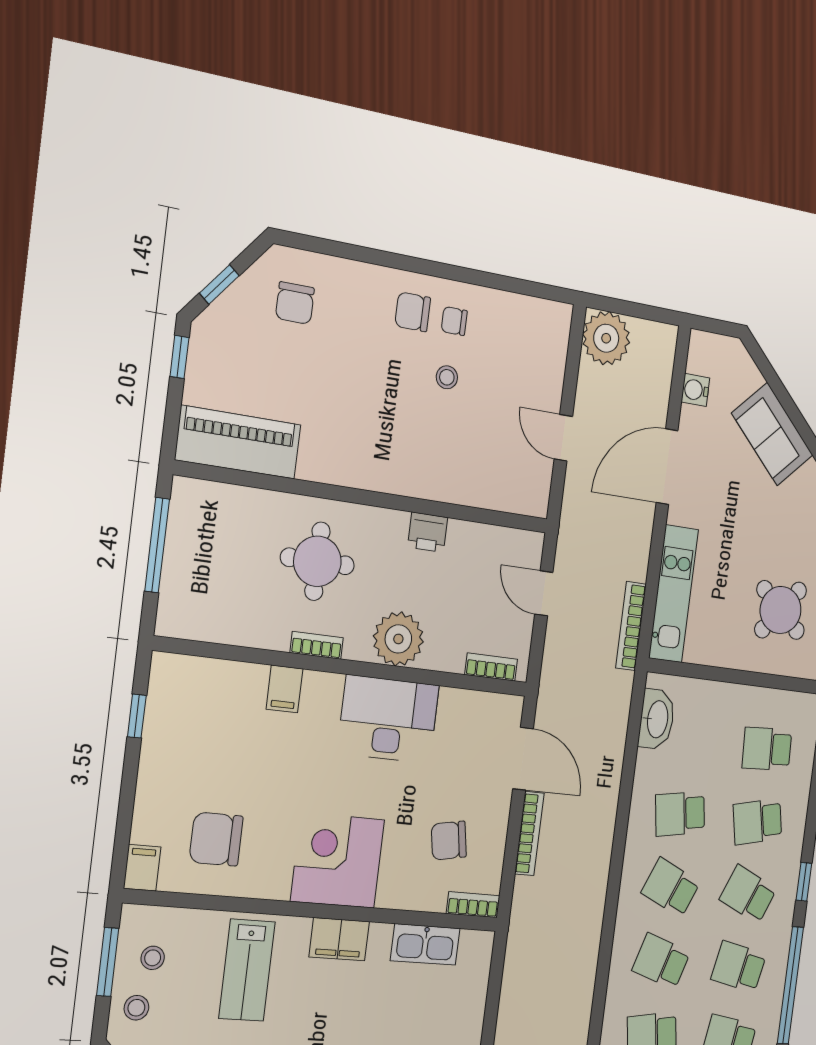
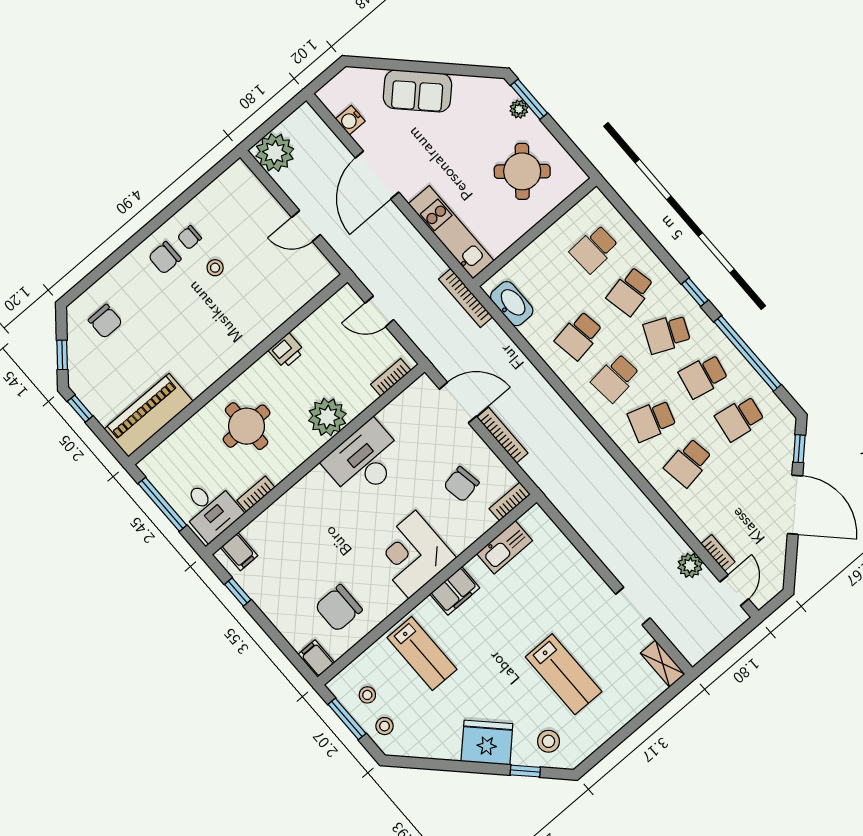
desk: (198, 603) -> (210, 509), added
bookcase: (631, 626) -> (466, 298), moved
bookcase: (317, 645) -> (256, 494), moved
filing cabinet: (284, 689) -> (239, 552), moved
school desk: (671, 888) -> (615, 378), turned -30

